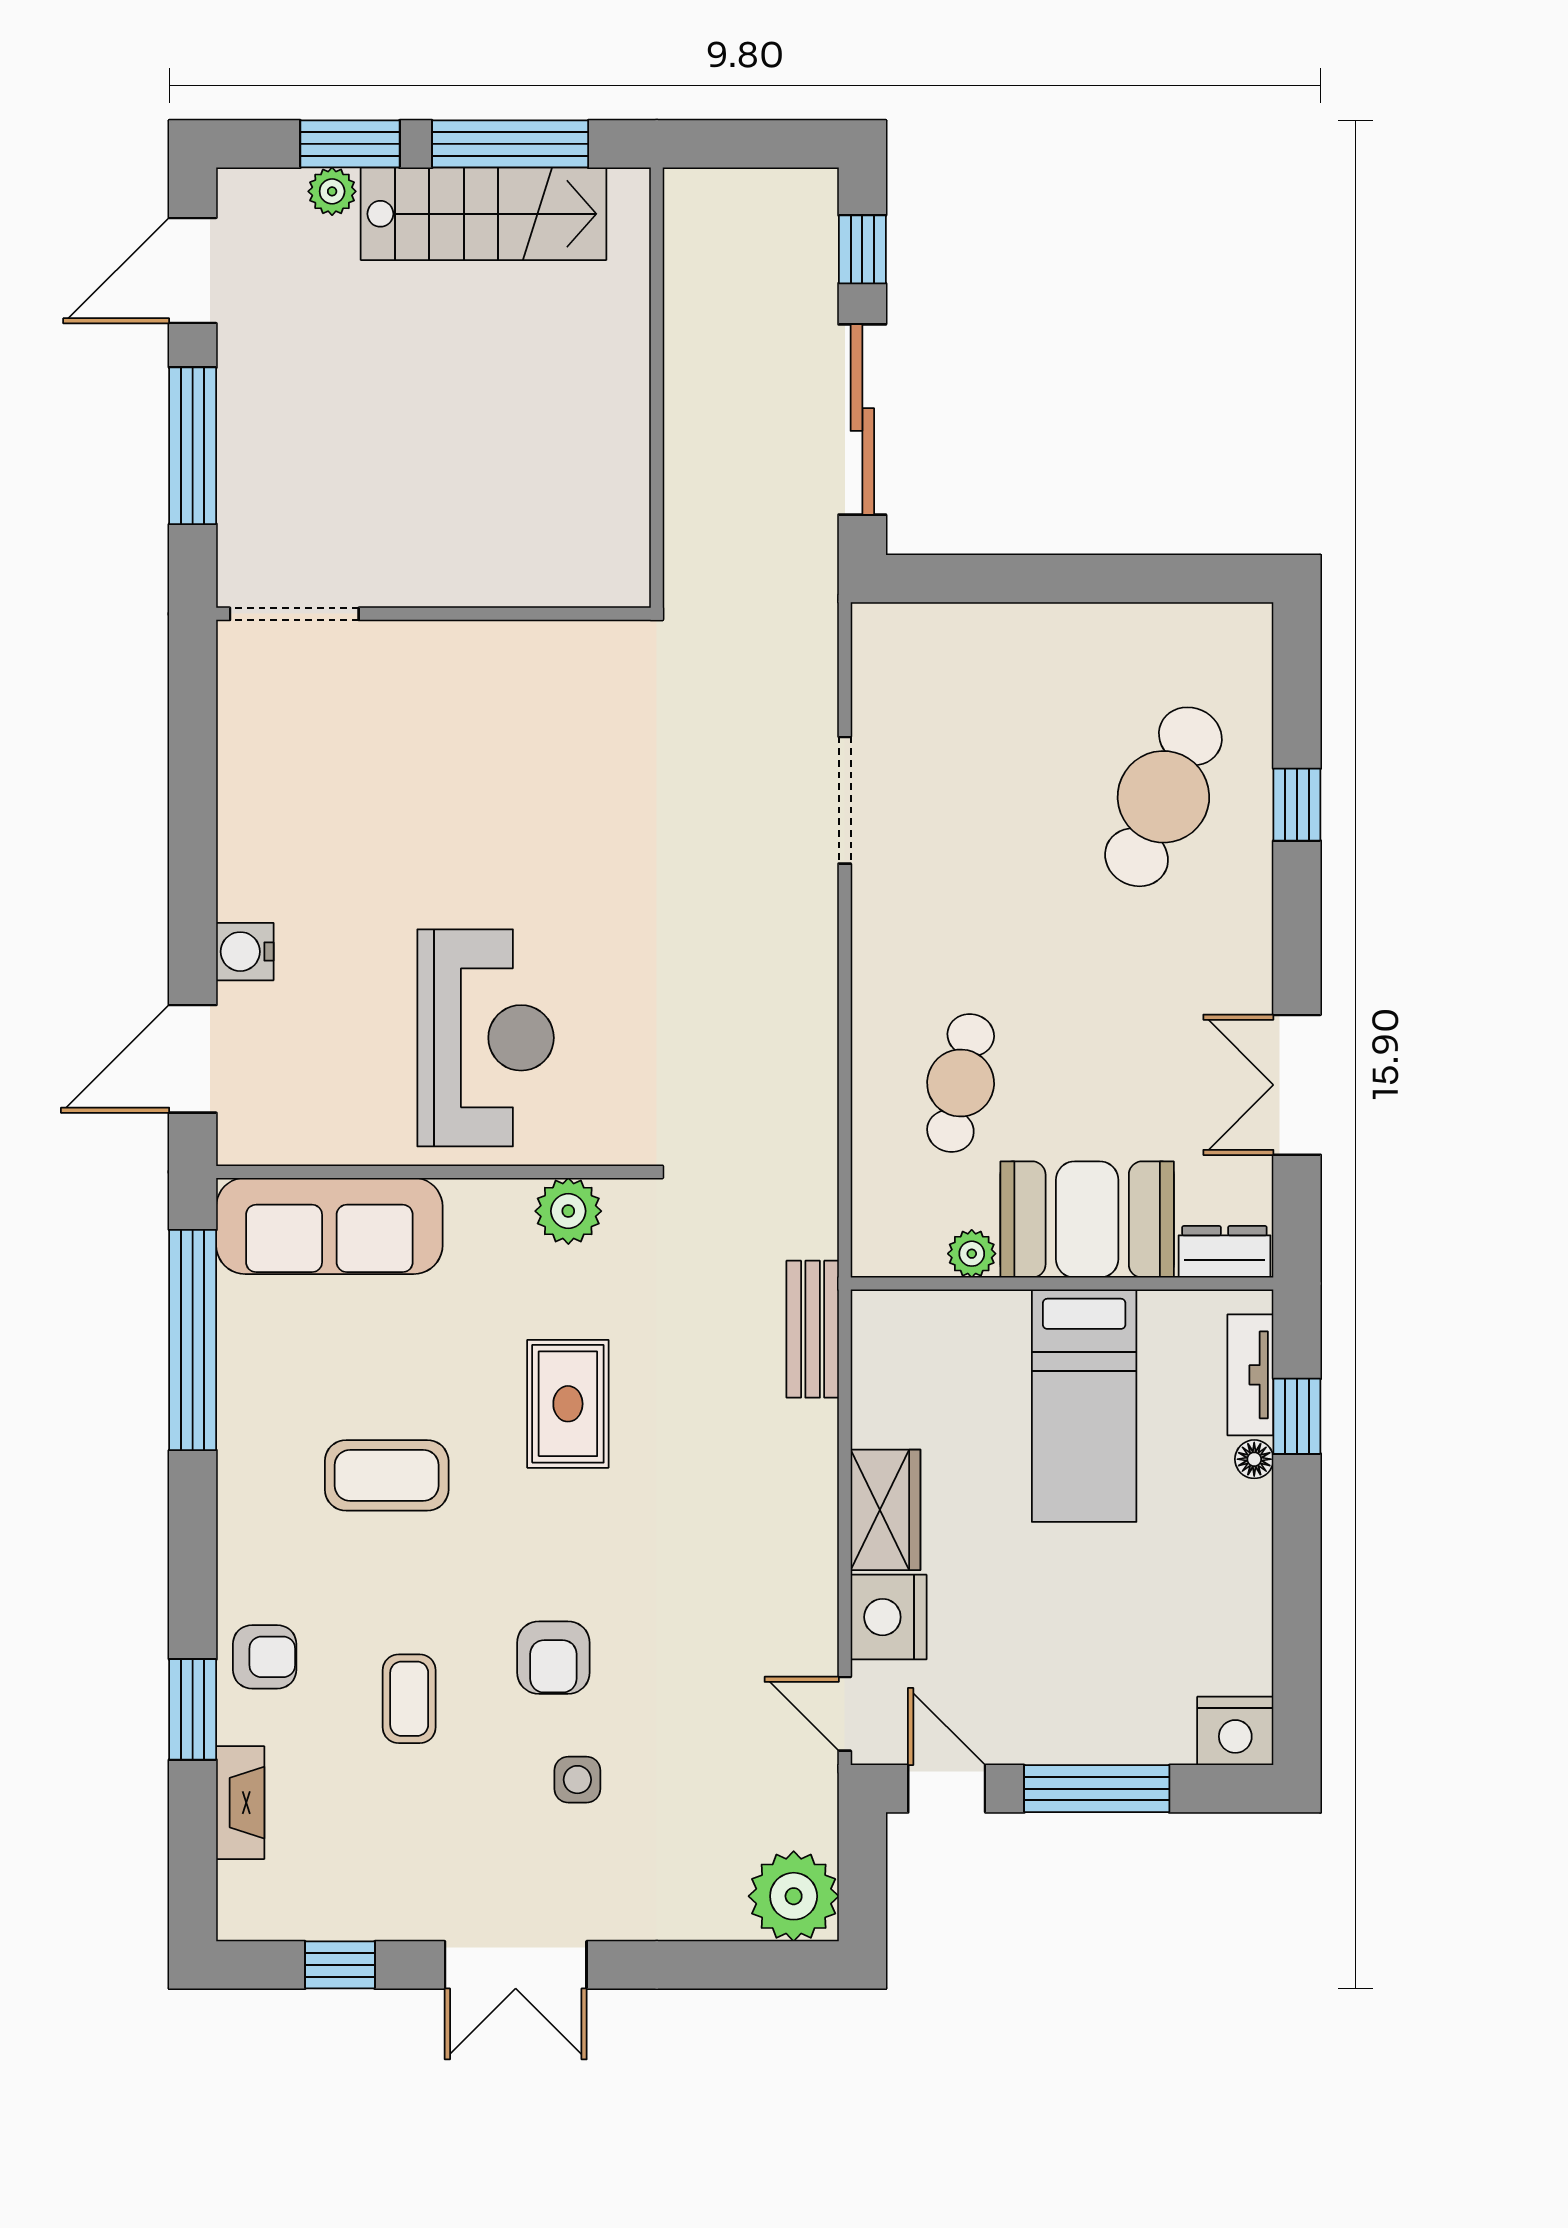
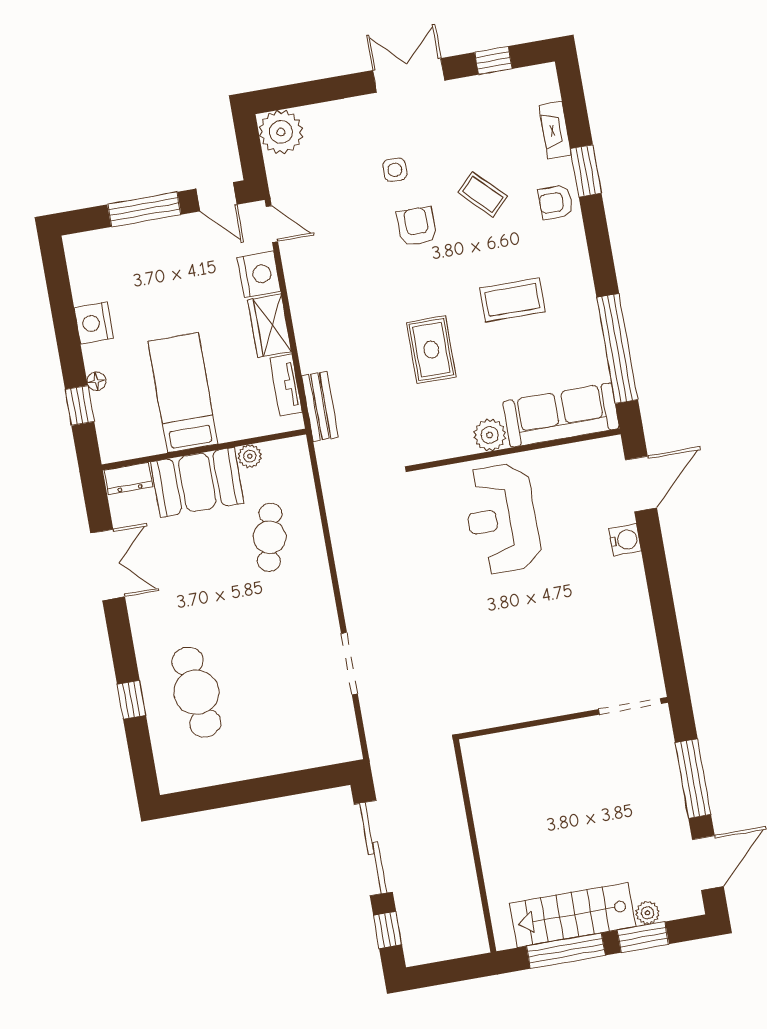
cafe table: (1163, 797) -> (196, 692), turned -30
plant: (568, 1211) -> (490, 435), moved
tv unit: (1250, 1375) -> (286, 385), moved, turned 180
coffee table: (409, 1699) -> (483, 194), turned -45
nightstand: (1235, 1731) -> (94, 323), moved, turned -90

